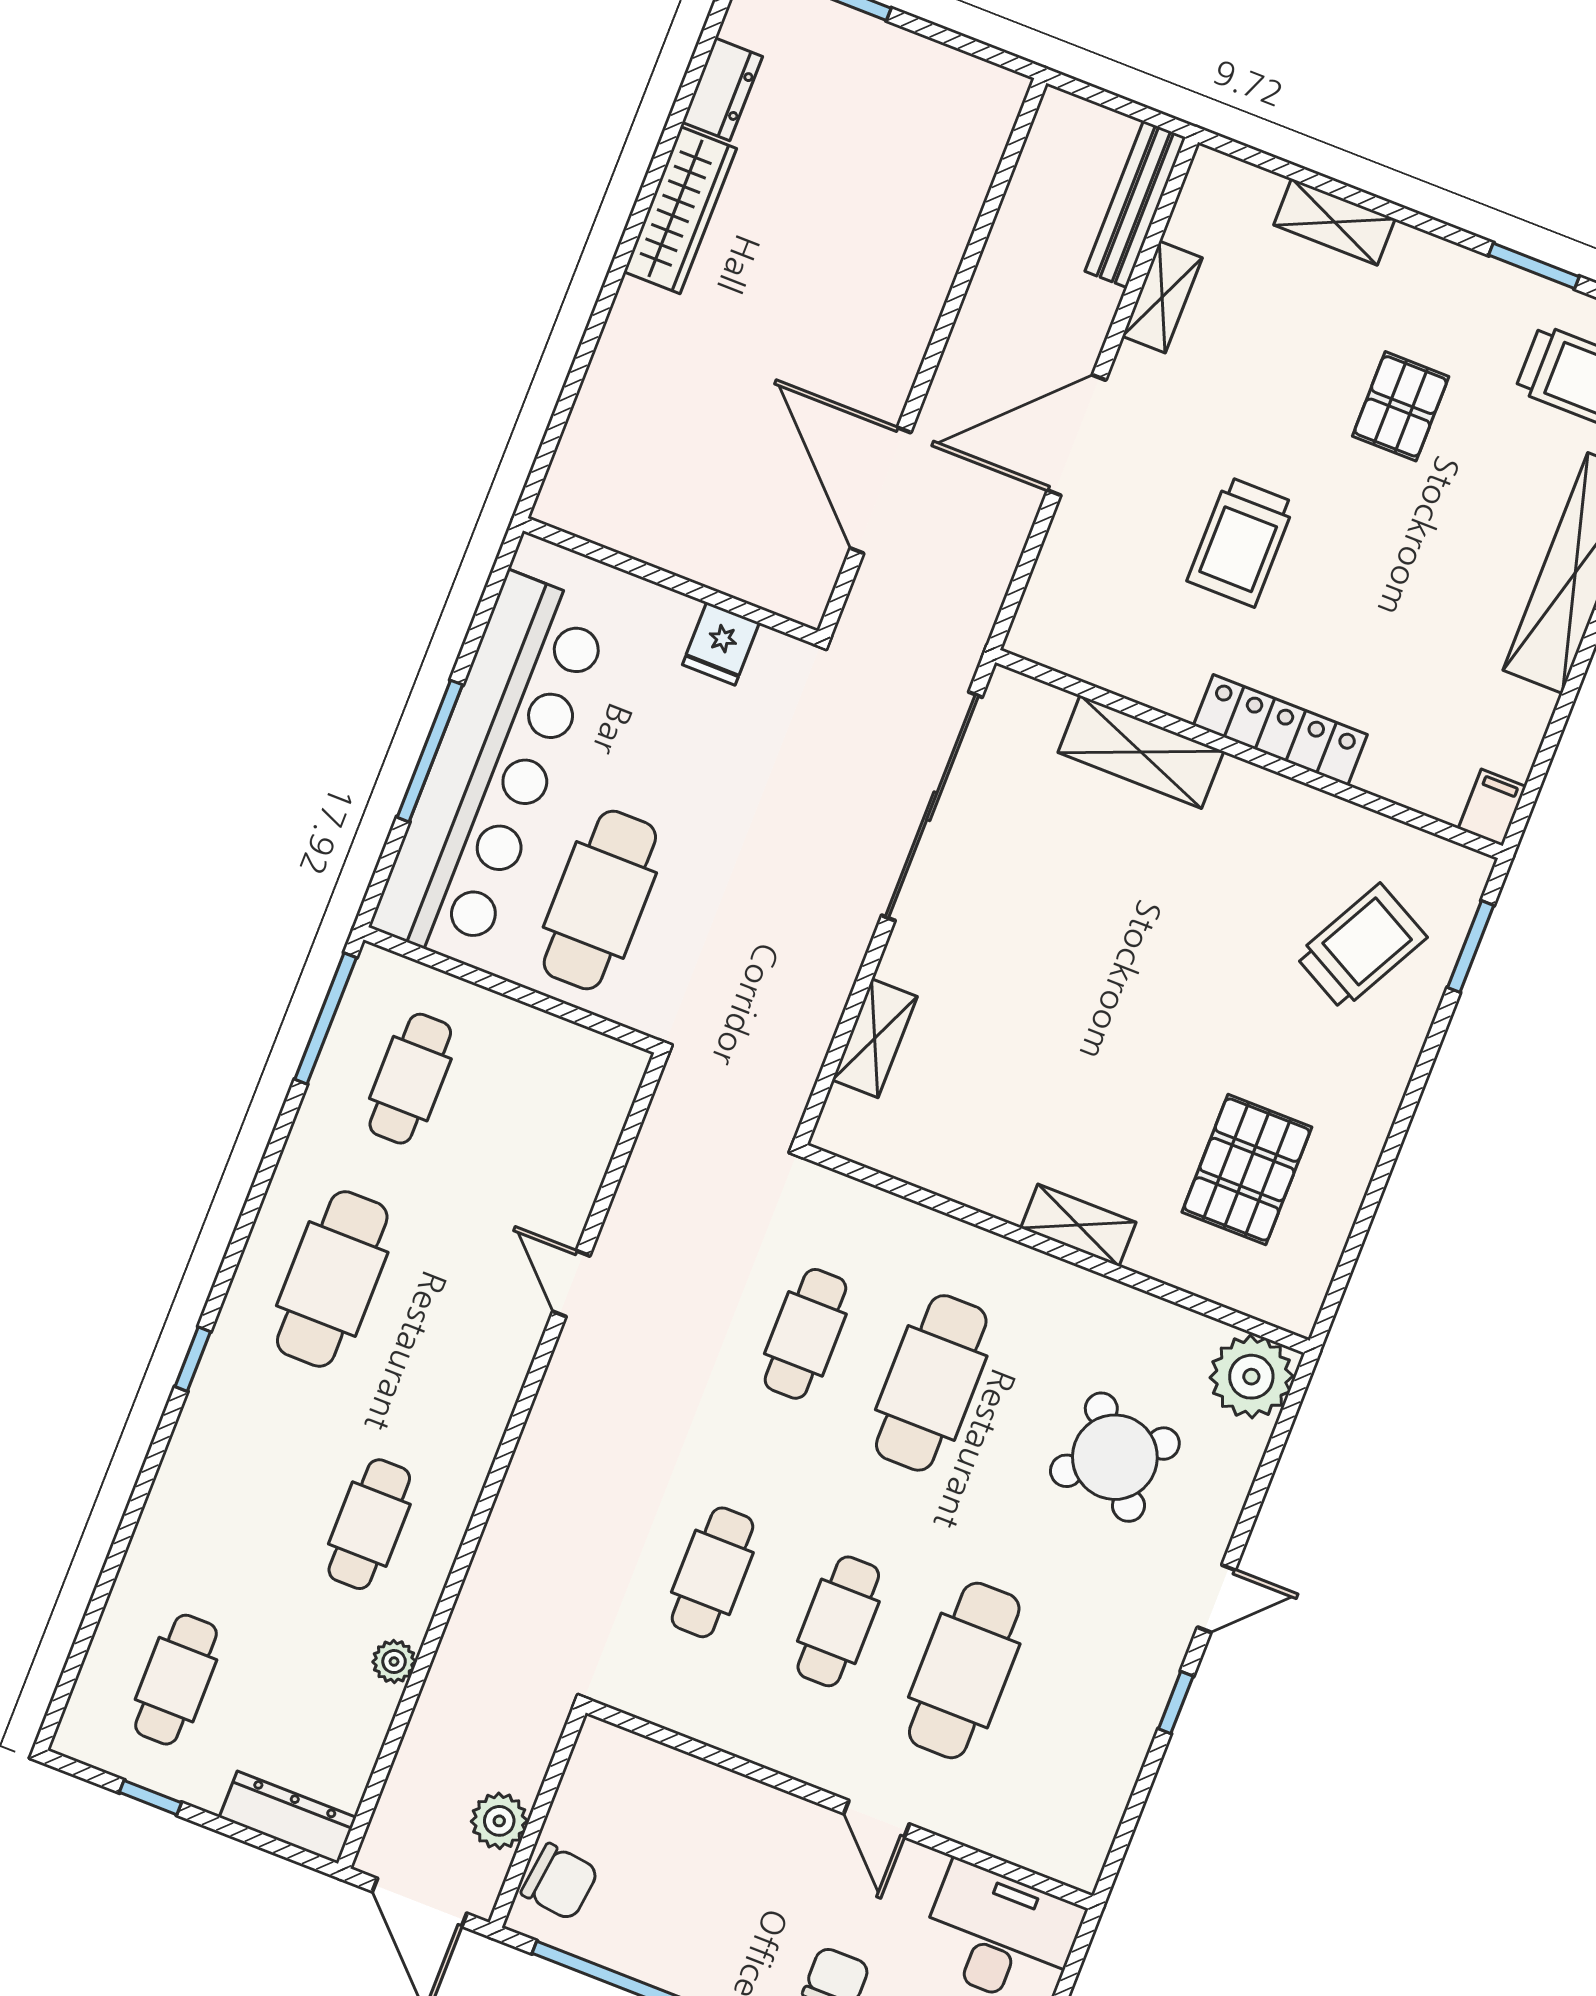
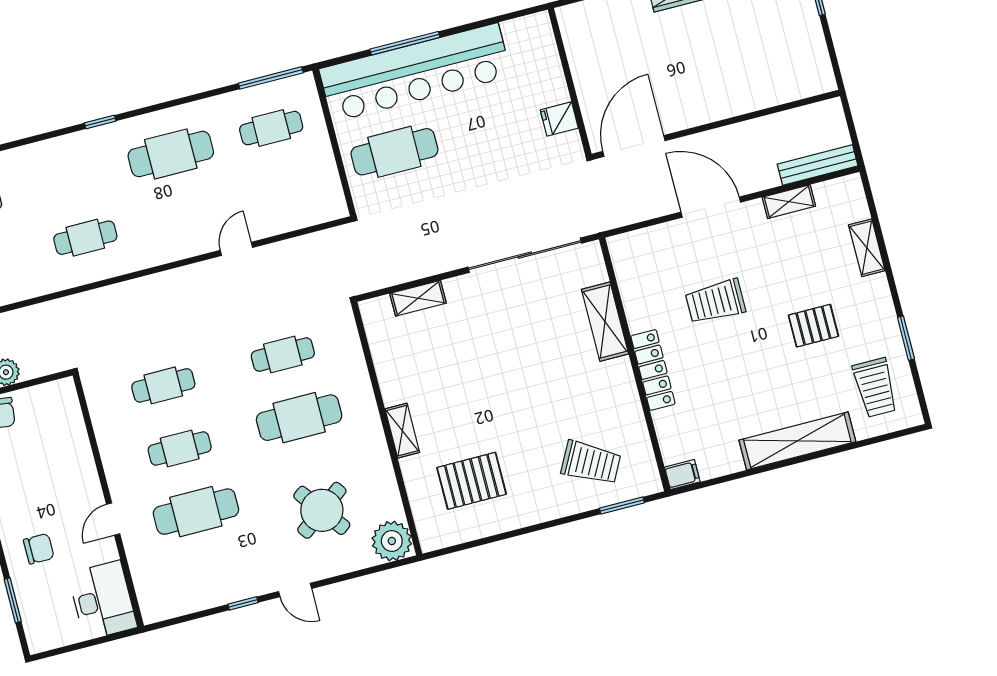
wall: (671, 581) -> (570, 82), moved
fridge: (721, 644) -> (559, 119), moved
plant: (394, 1662) -> (39, 286), removed

